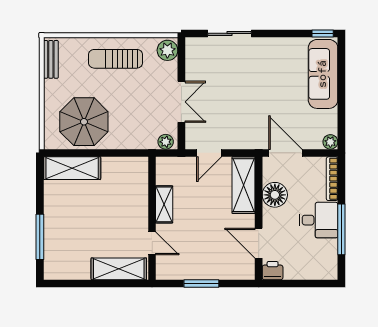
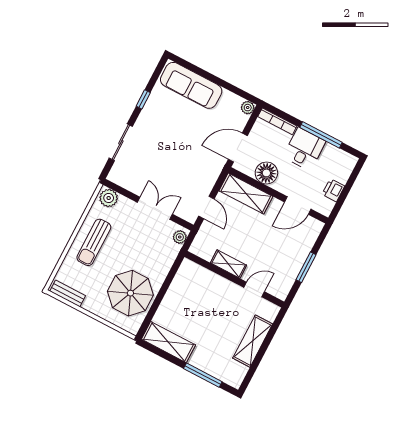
window: (323, 33) -> (143, 99), moved
shelving: (72, 168) -> (168, 342), moved, turned 90
shelving: (119, 269) -> (253, 341), moved
printer: (273, 271) -> (333, 190), moved

